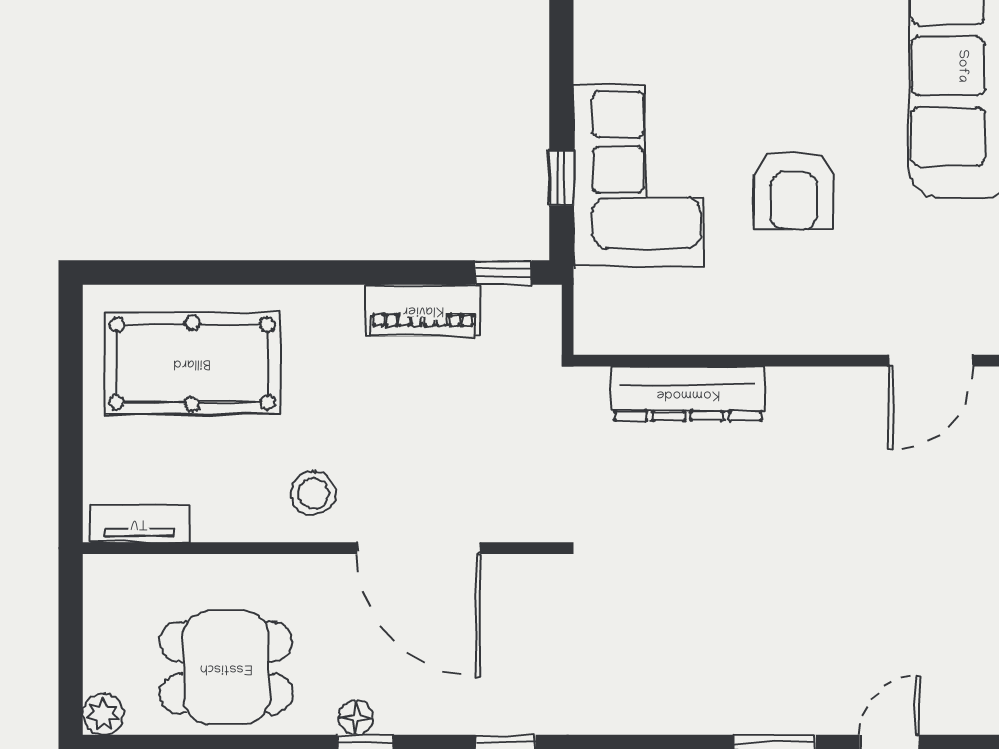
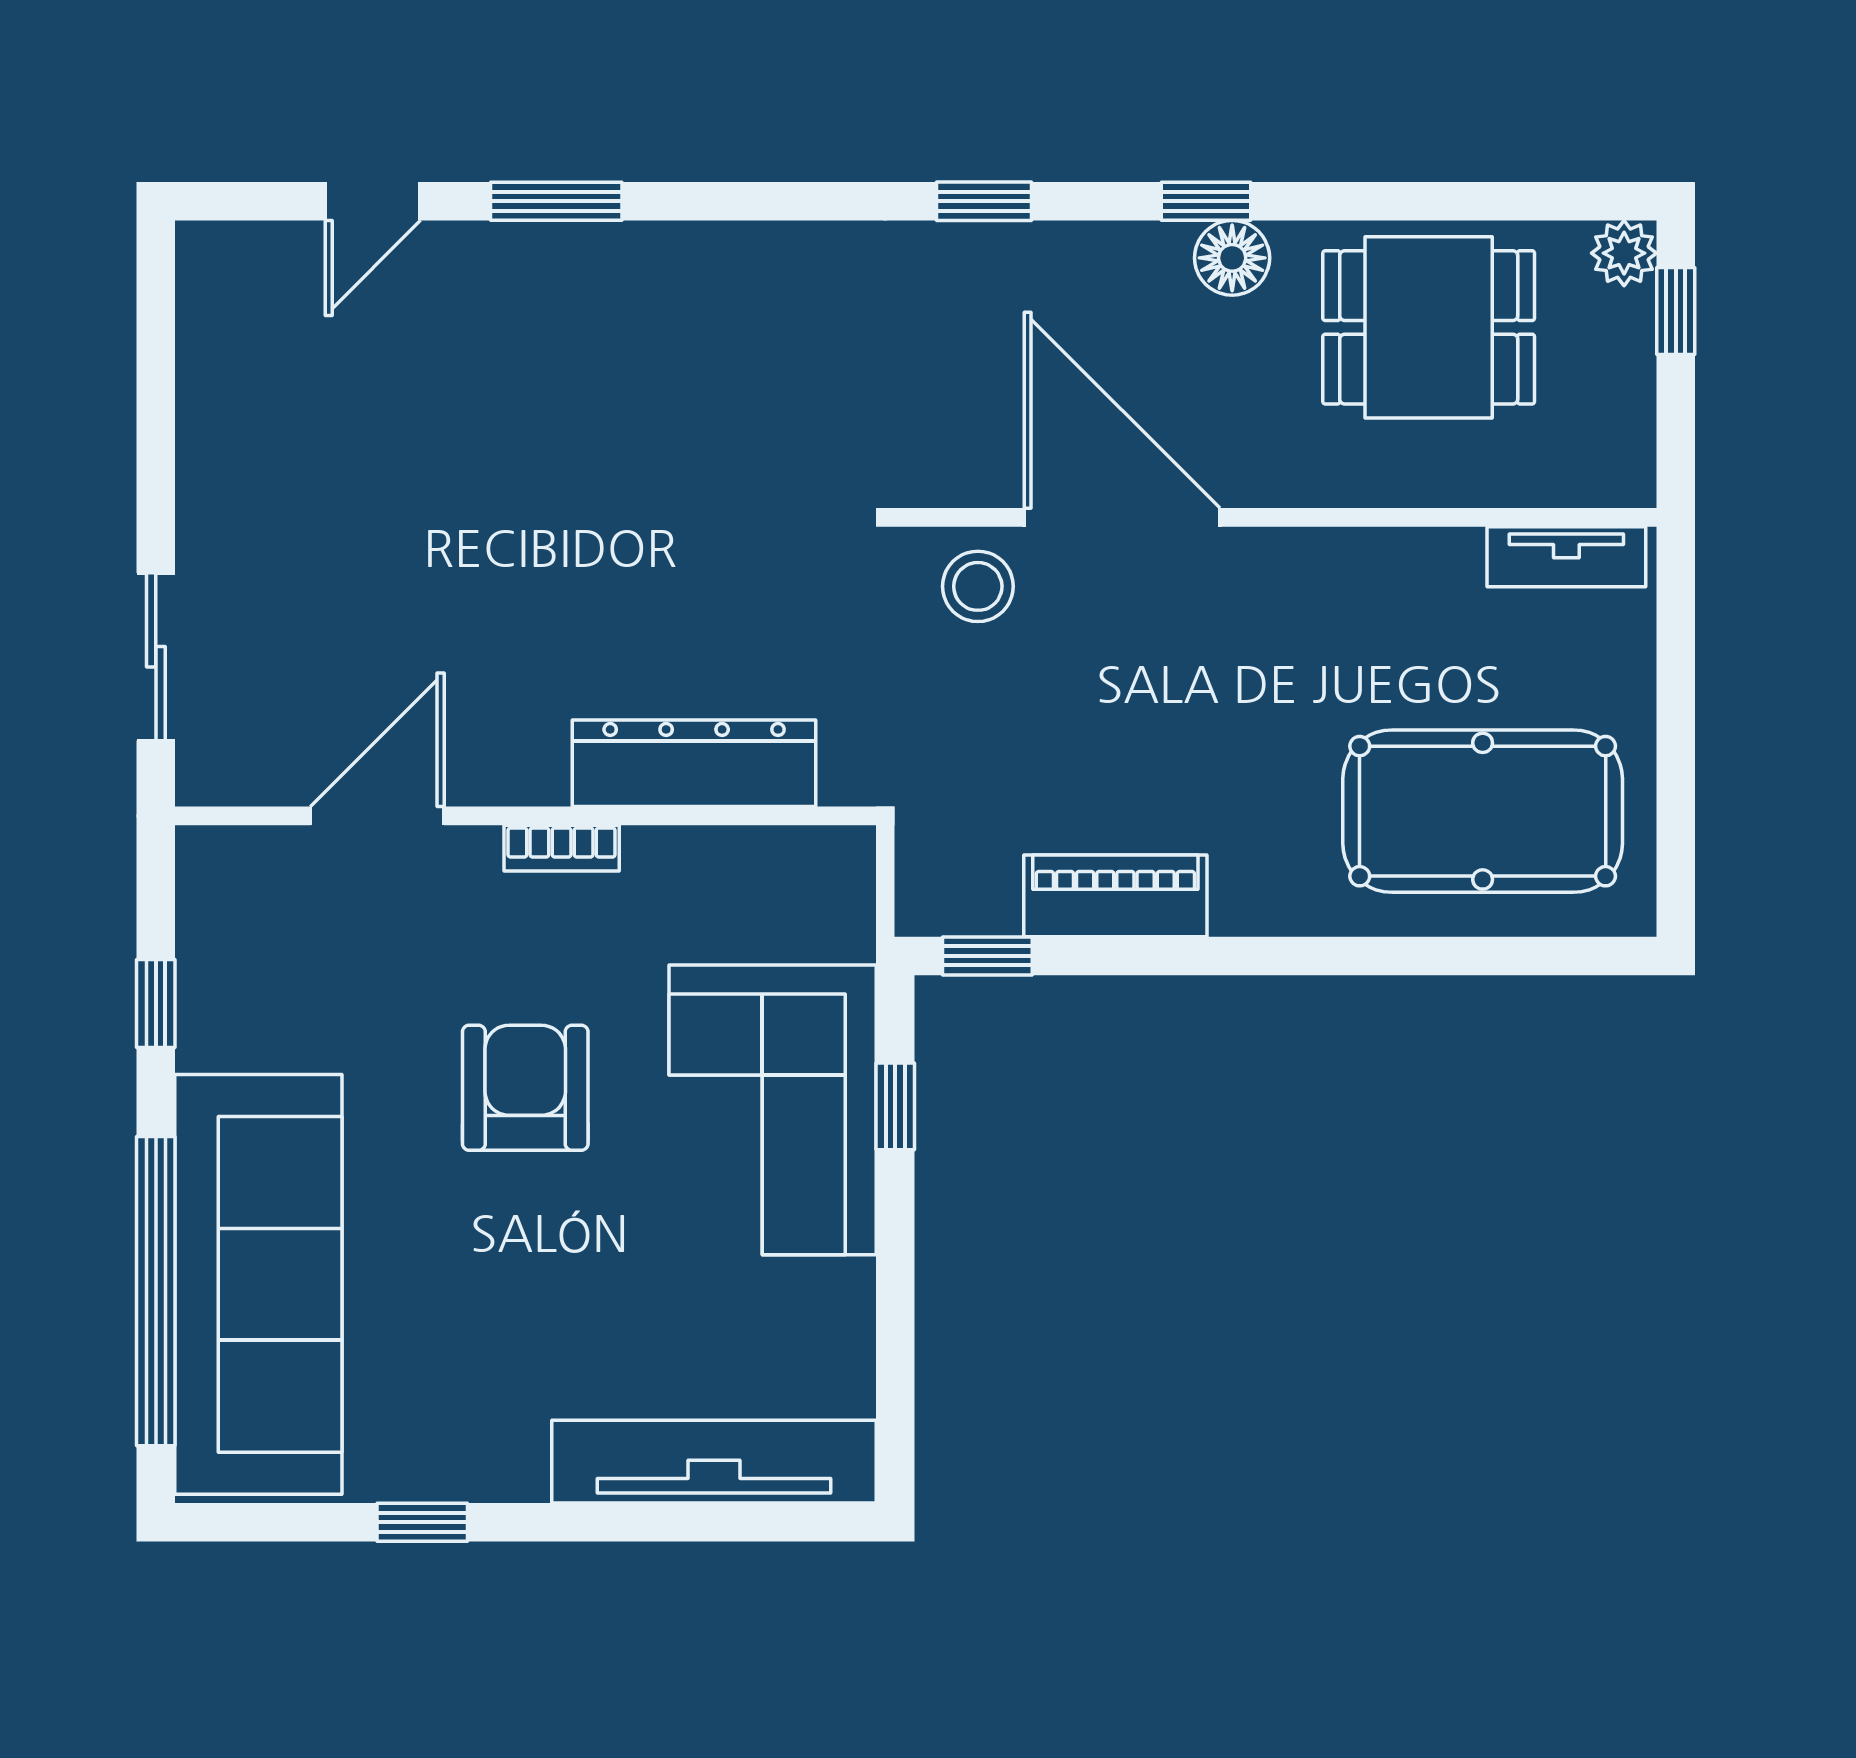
bookcase: (771, 340) -> (562, 848), added
door: (931, 361) -> (377, 816), moved
stool: (314, 493) -> (978, 586), moved
window: (71, 678) -> (1676, 311), added
floor lamp: (356, 718) -> (1232, 258), width x1.37, depth x1.37

